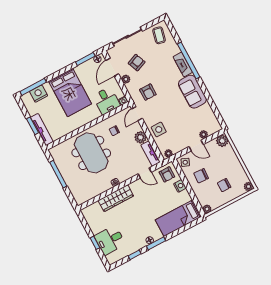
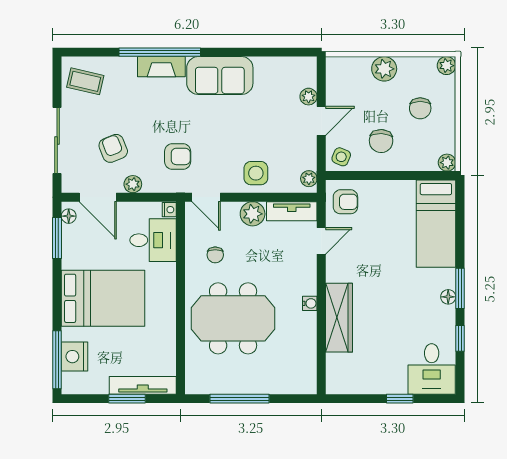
plant: (222, 141) -> (384, 69), moved
nightstand: (180, 186) -> (379, 189), removed
desk: (110, 240) -> (432, 369), moved

